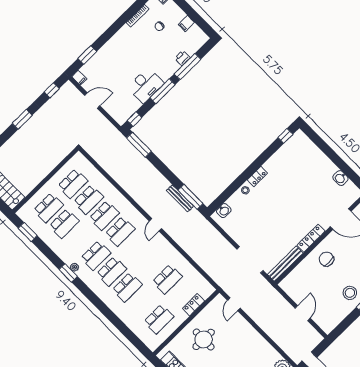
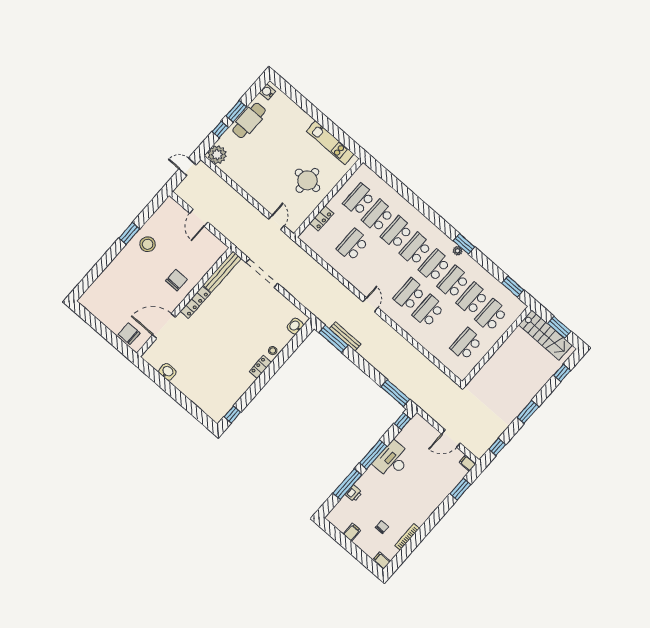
school desk: (89, 200) -> (454, 282), moved
chair: (327, 259) -> (176, 280), turned -90
school desk: (143, 303) -> (378, 216), added

